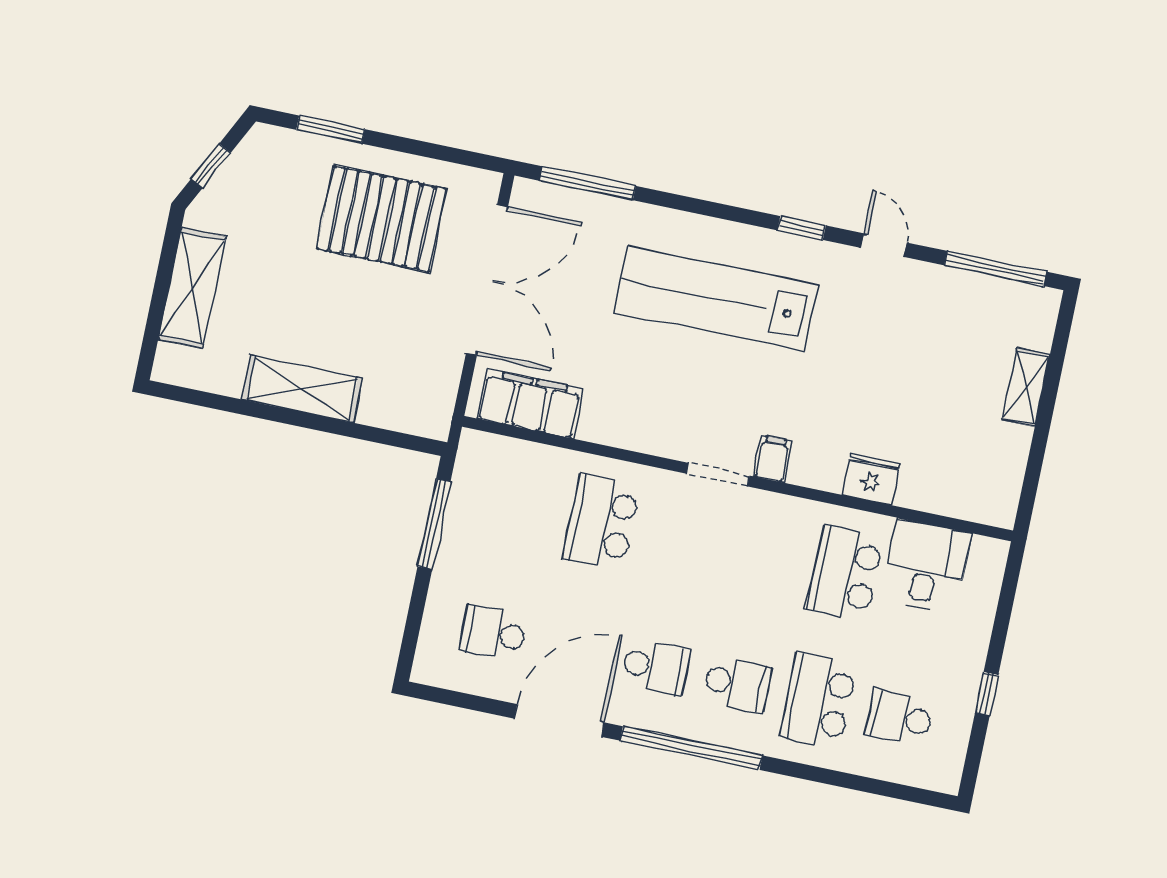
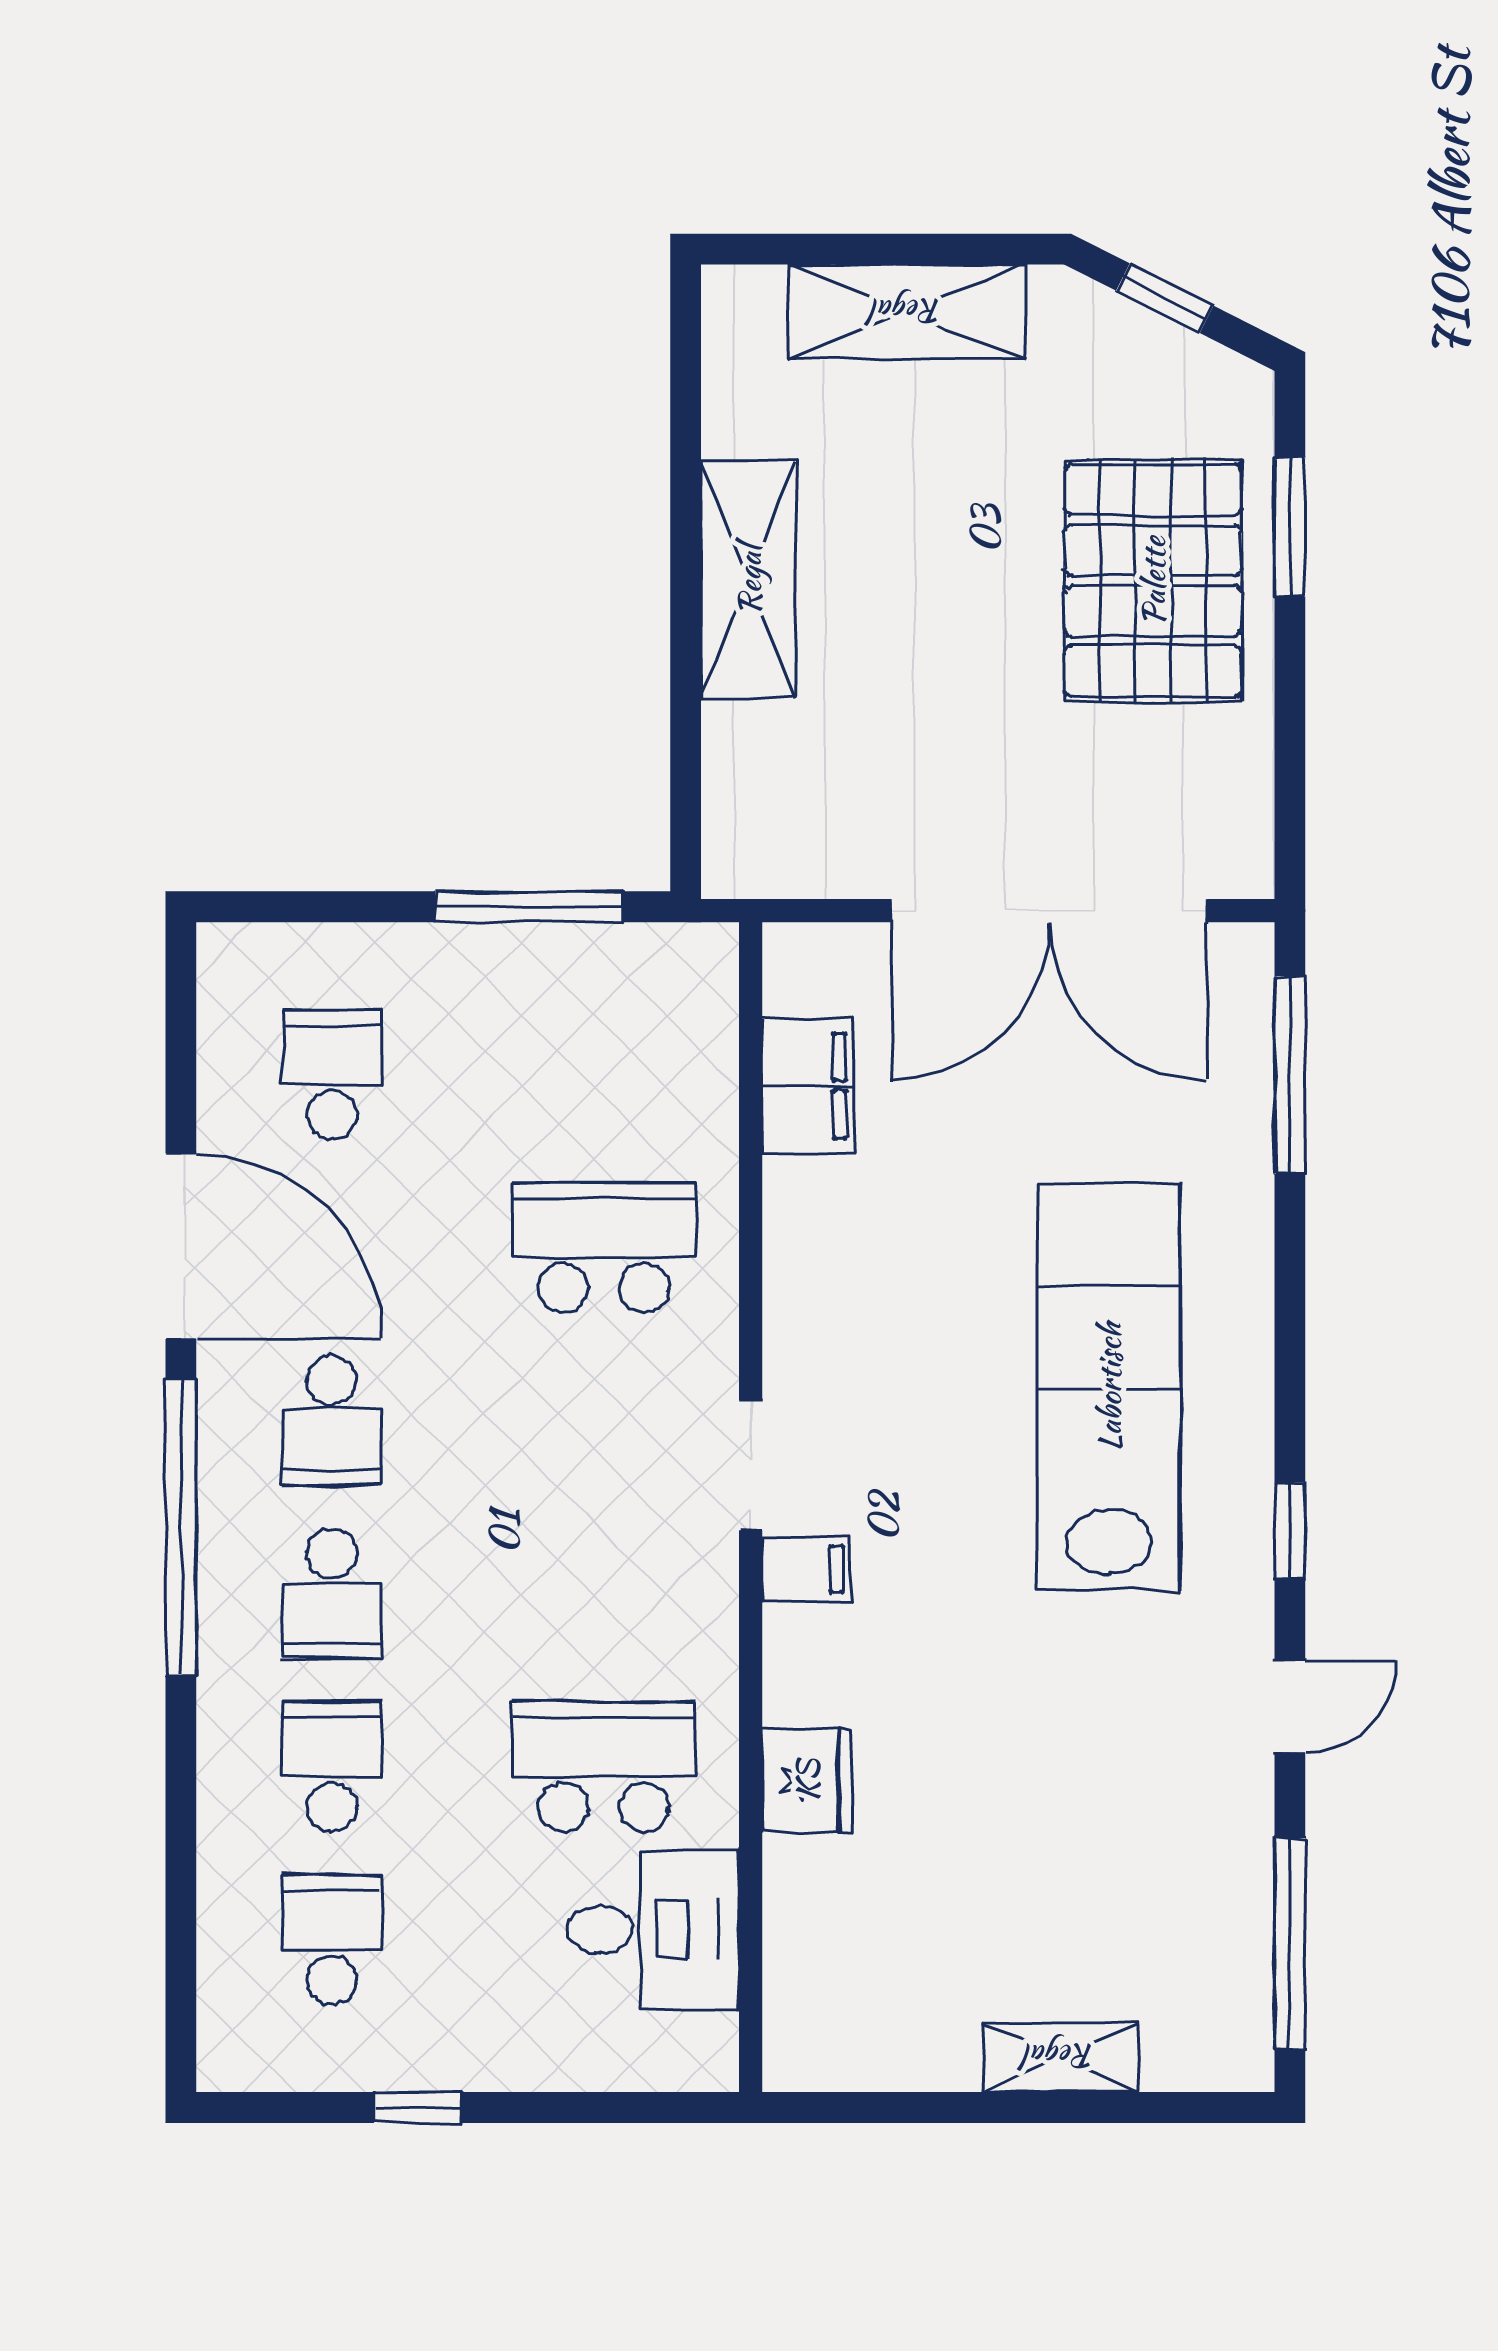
pallet: (381, 219) -> (1153, 581), moved
filing cabinet: (530, 404) -> (808, 1086), width x0.67, depth x0.86
school desk: (818, 701) -> (332, 1767), width x0.54

